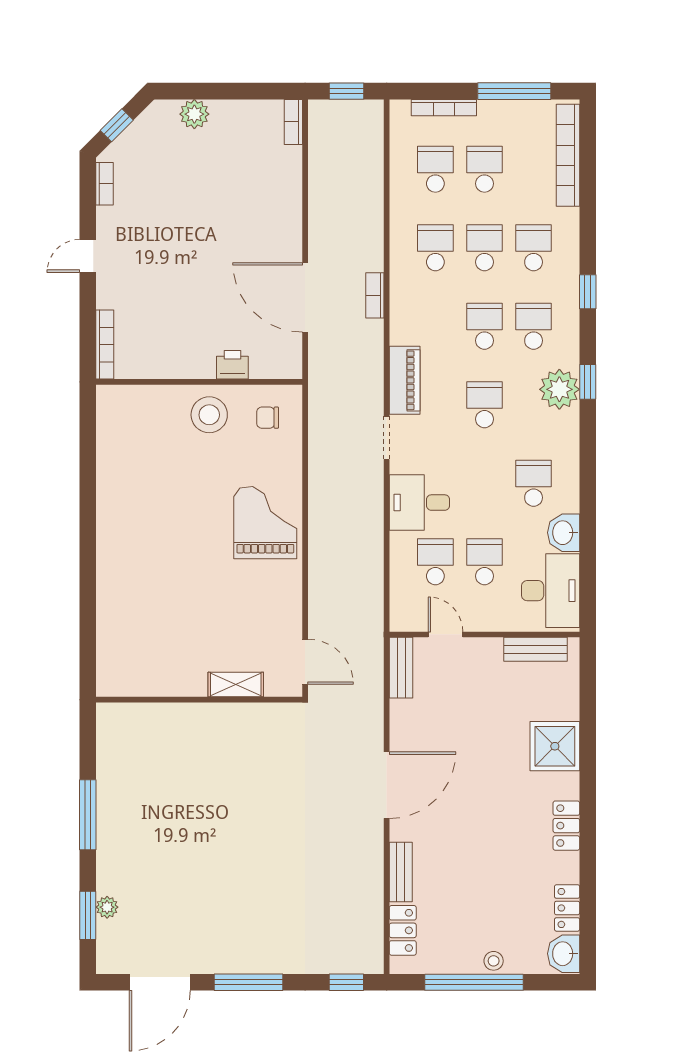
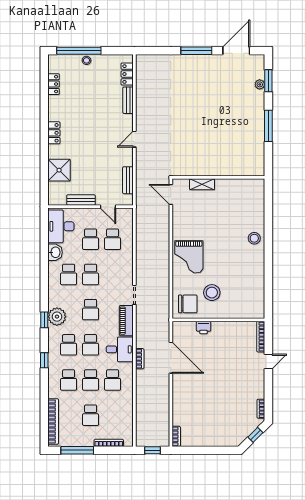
plant: (194, 114) -> (221, 440), removed
school desk: (435, 169) -> (91, 274), moved
door: (88, 256) -> (268, 362), moved
stool: (209, 415) -> (212, 293), moved
chair: (268, 418) -> (188, 304), width x1.87, depth x1.87
desk: (419, 503) -> (120, 349), moved
stool: (119, 564) -> (254, 238), added
bench: (536, 649) -> (81, 200), moved
bench: (401, 668) -> (128, 180), moved
shower: (555, 746) -> (59, 170), moved
door: (387, 785) -> (134, 139), width x0.53
locker: (566, 826) -> (54, 133), moved
washbasin: (564, 954) -> (55, 64), removed
window: (346, 982) -> (152, 51), removed
window: (474, 982) -> (79, 51), moved

